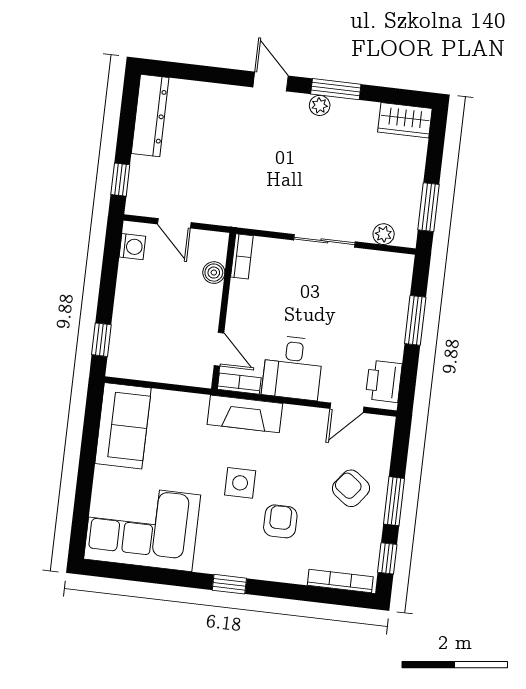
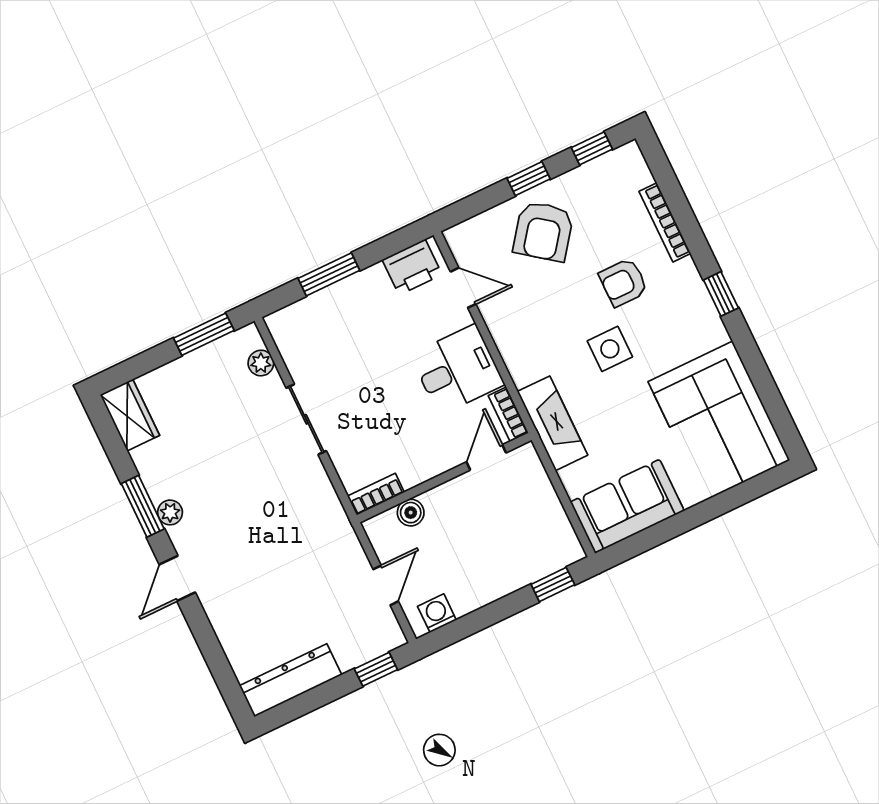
fireplace: (245, 414) -> (553, 423), moved
armchair: (351, 488) -> (543, 231), width x1.38, depth x1.38
window: (394, 501) -> (529, 179), width x0.67
bookcase: (340, 581) -> (665, 222), moved

